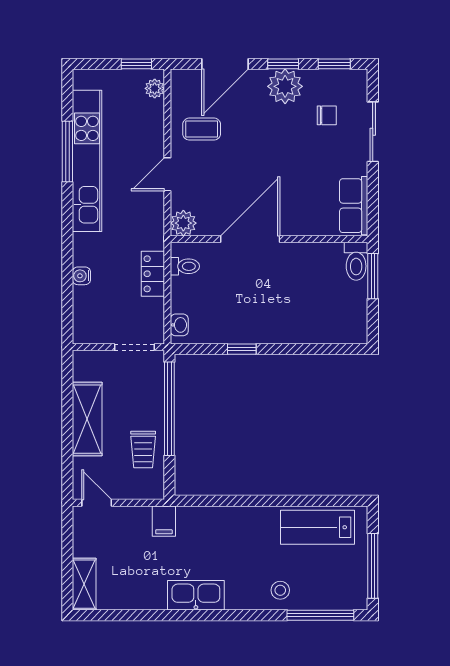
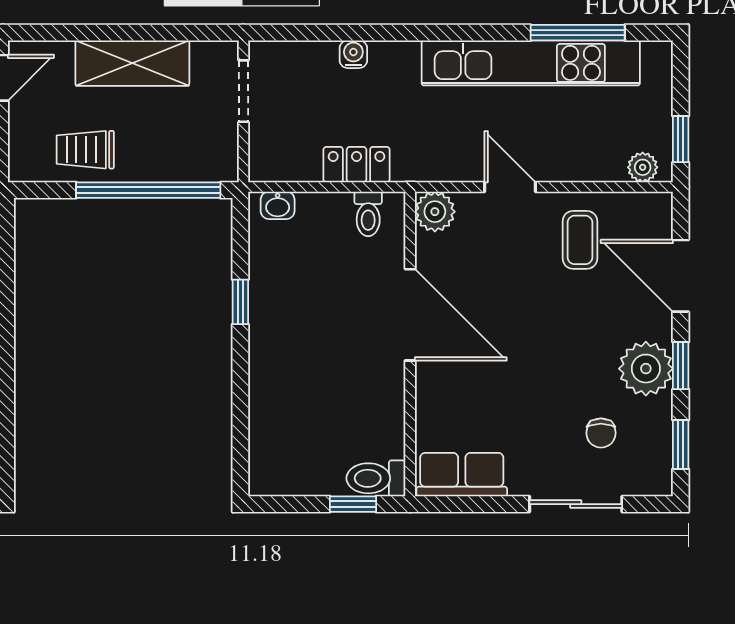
window: (67, 152) -> (578, 33), moved
window: (373, 276) -> (353, 504), width x0.67
doorway: (135, 347) -> (243, 91), moved

